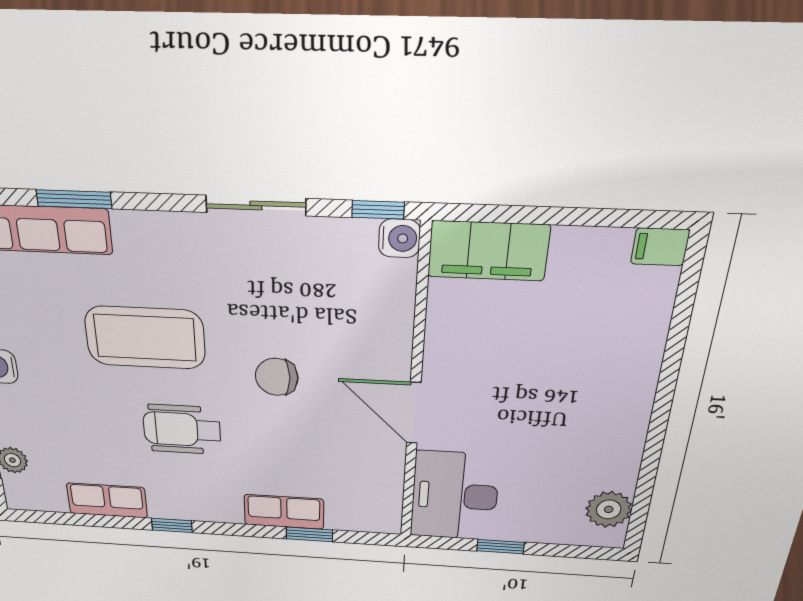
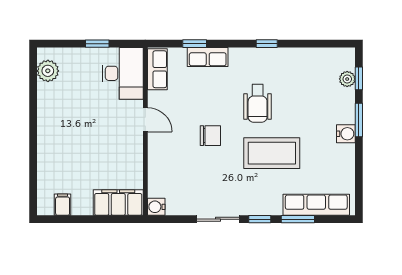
window: (378, 210) -> (260, 219), moved
filing cabinet: (660, 247) -> (63, 205), moved, turned -90
door: (414, 413) -> (145, 120), width x0.73
wheelchair: (182, 429) -> (258, 103), turned 90
row of seats: (107, 500) -> (157, 69), moved, turned -90

